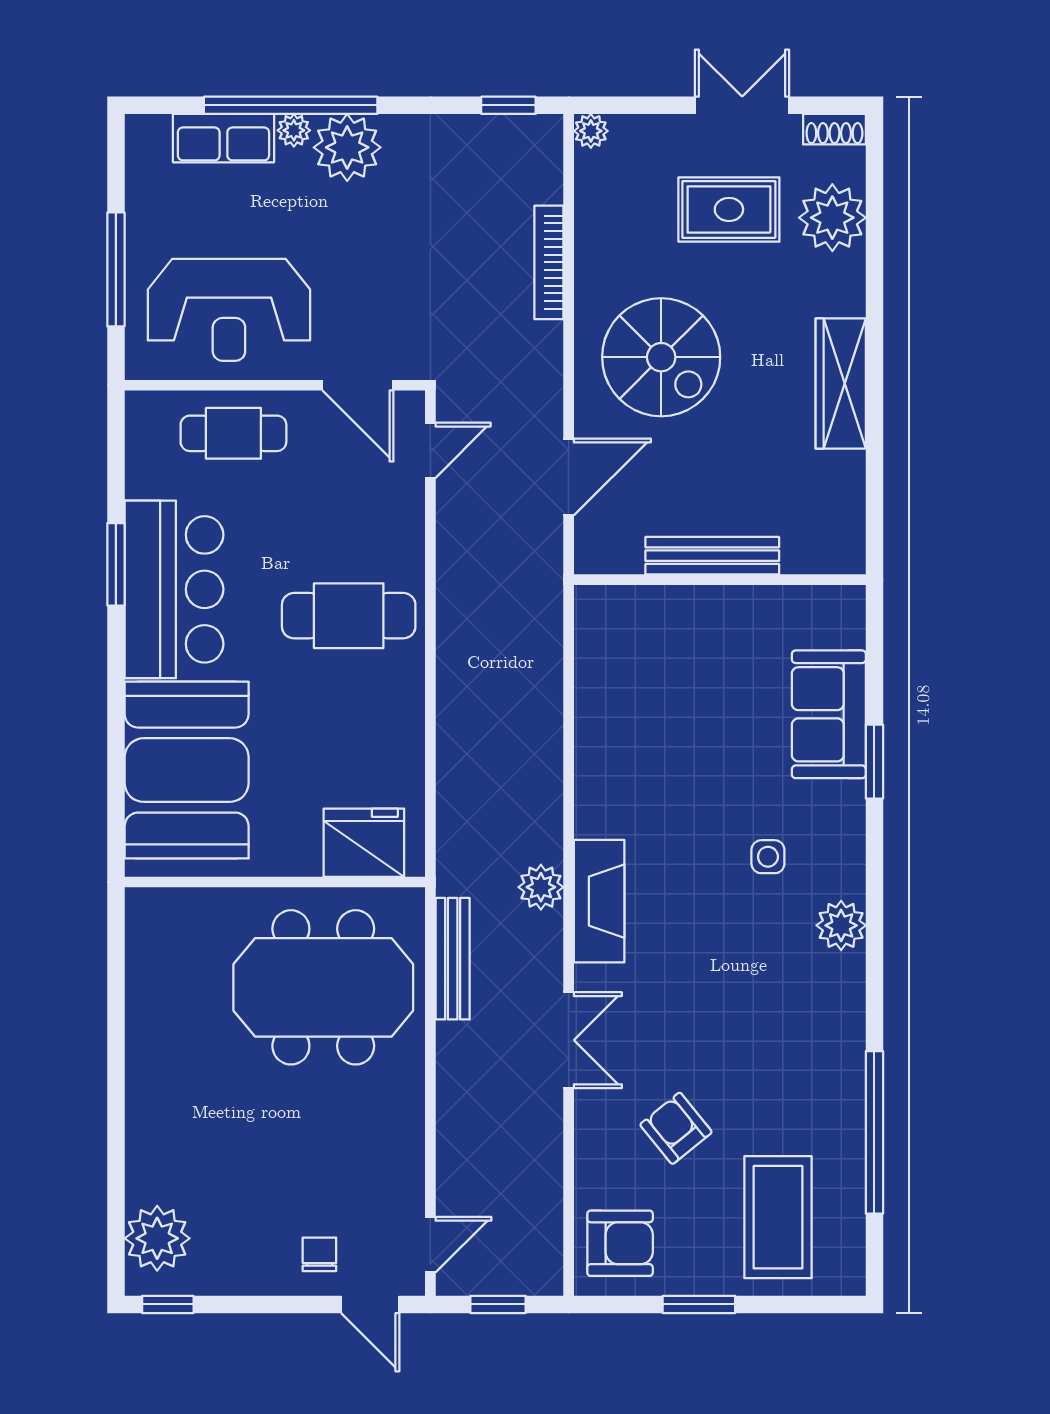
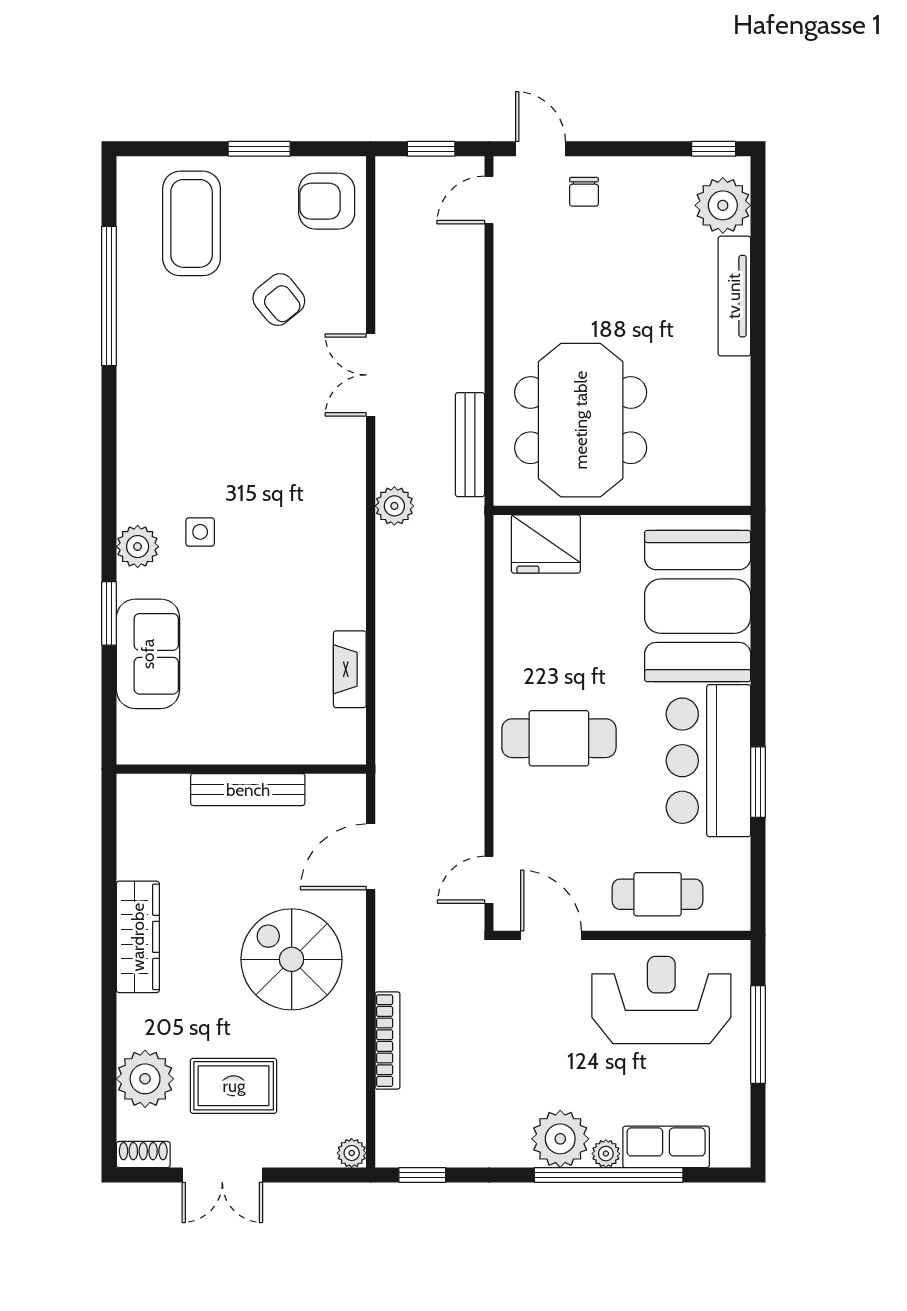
fireplace: (599, 901) -> (350, 669), moved, width x0.73, depth x0.76
plant: (841, 925) -> (138, 547), moved
meeting table: (323, 987) -> (581, 420), turned 90
tv unit: (144, 1132) -> (734, 296), added

